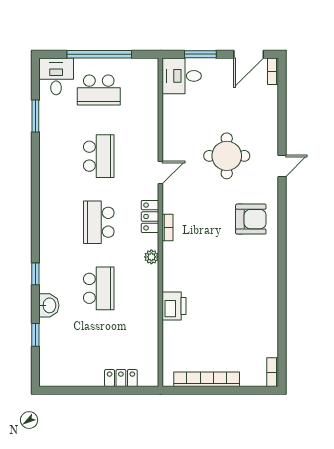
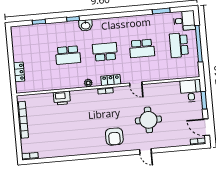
washbasin: (49, 305) -> (86, 25), moved

